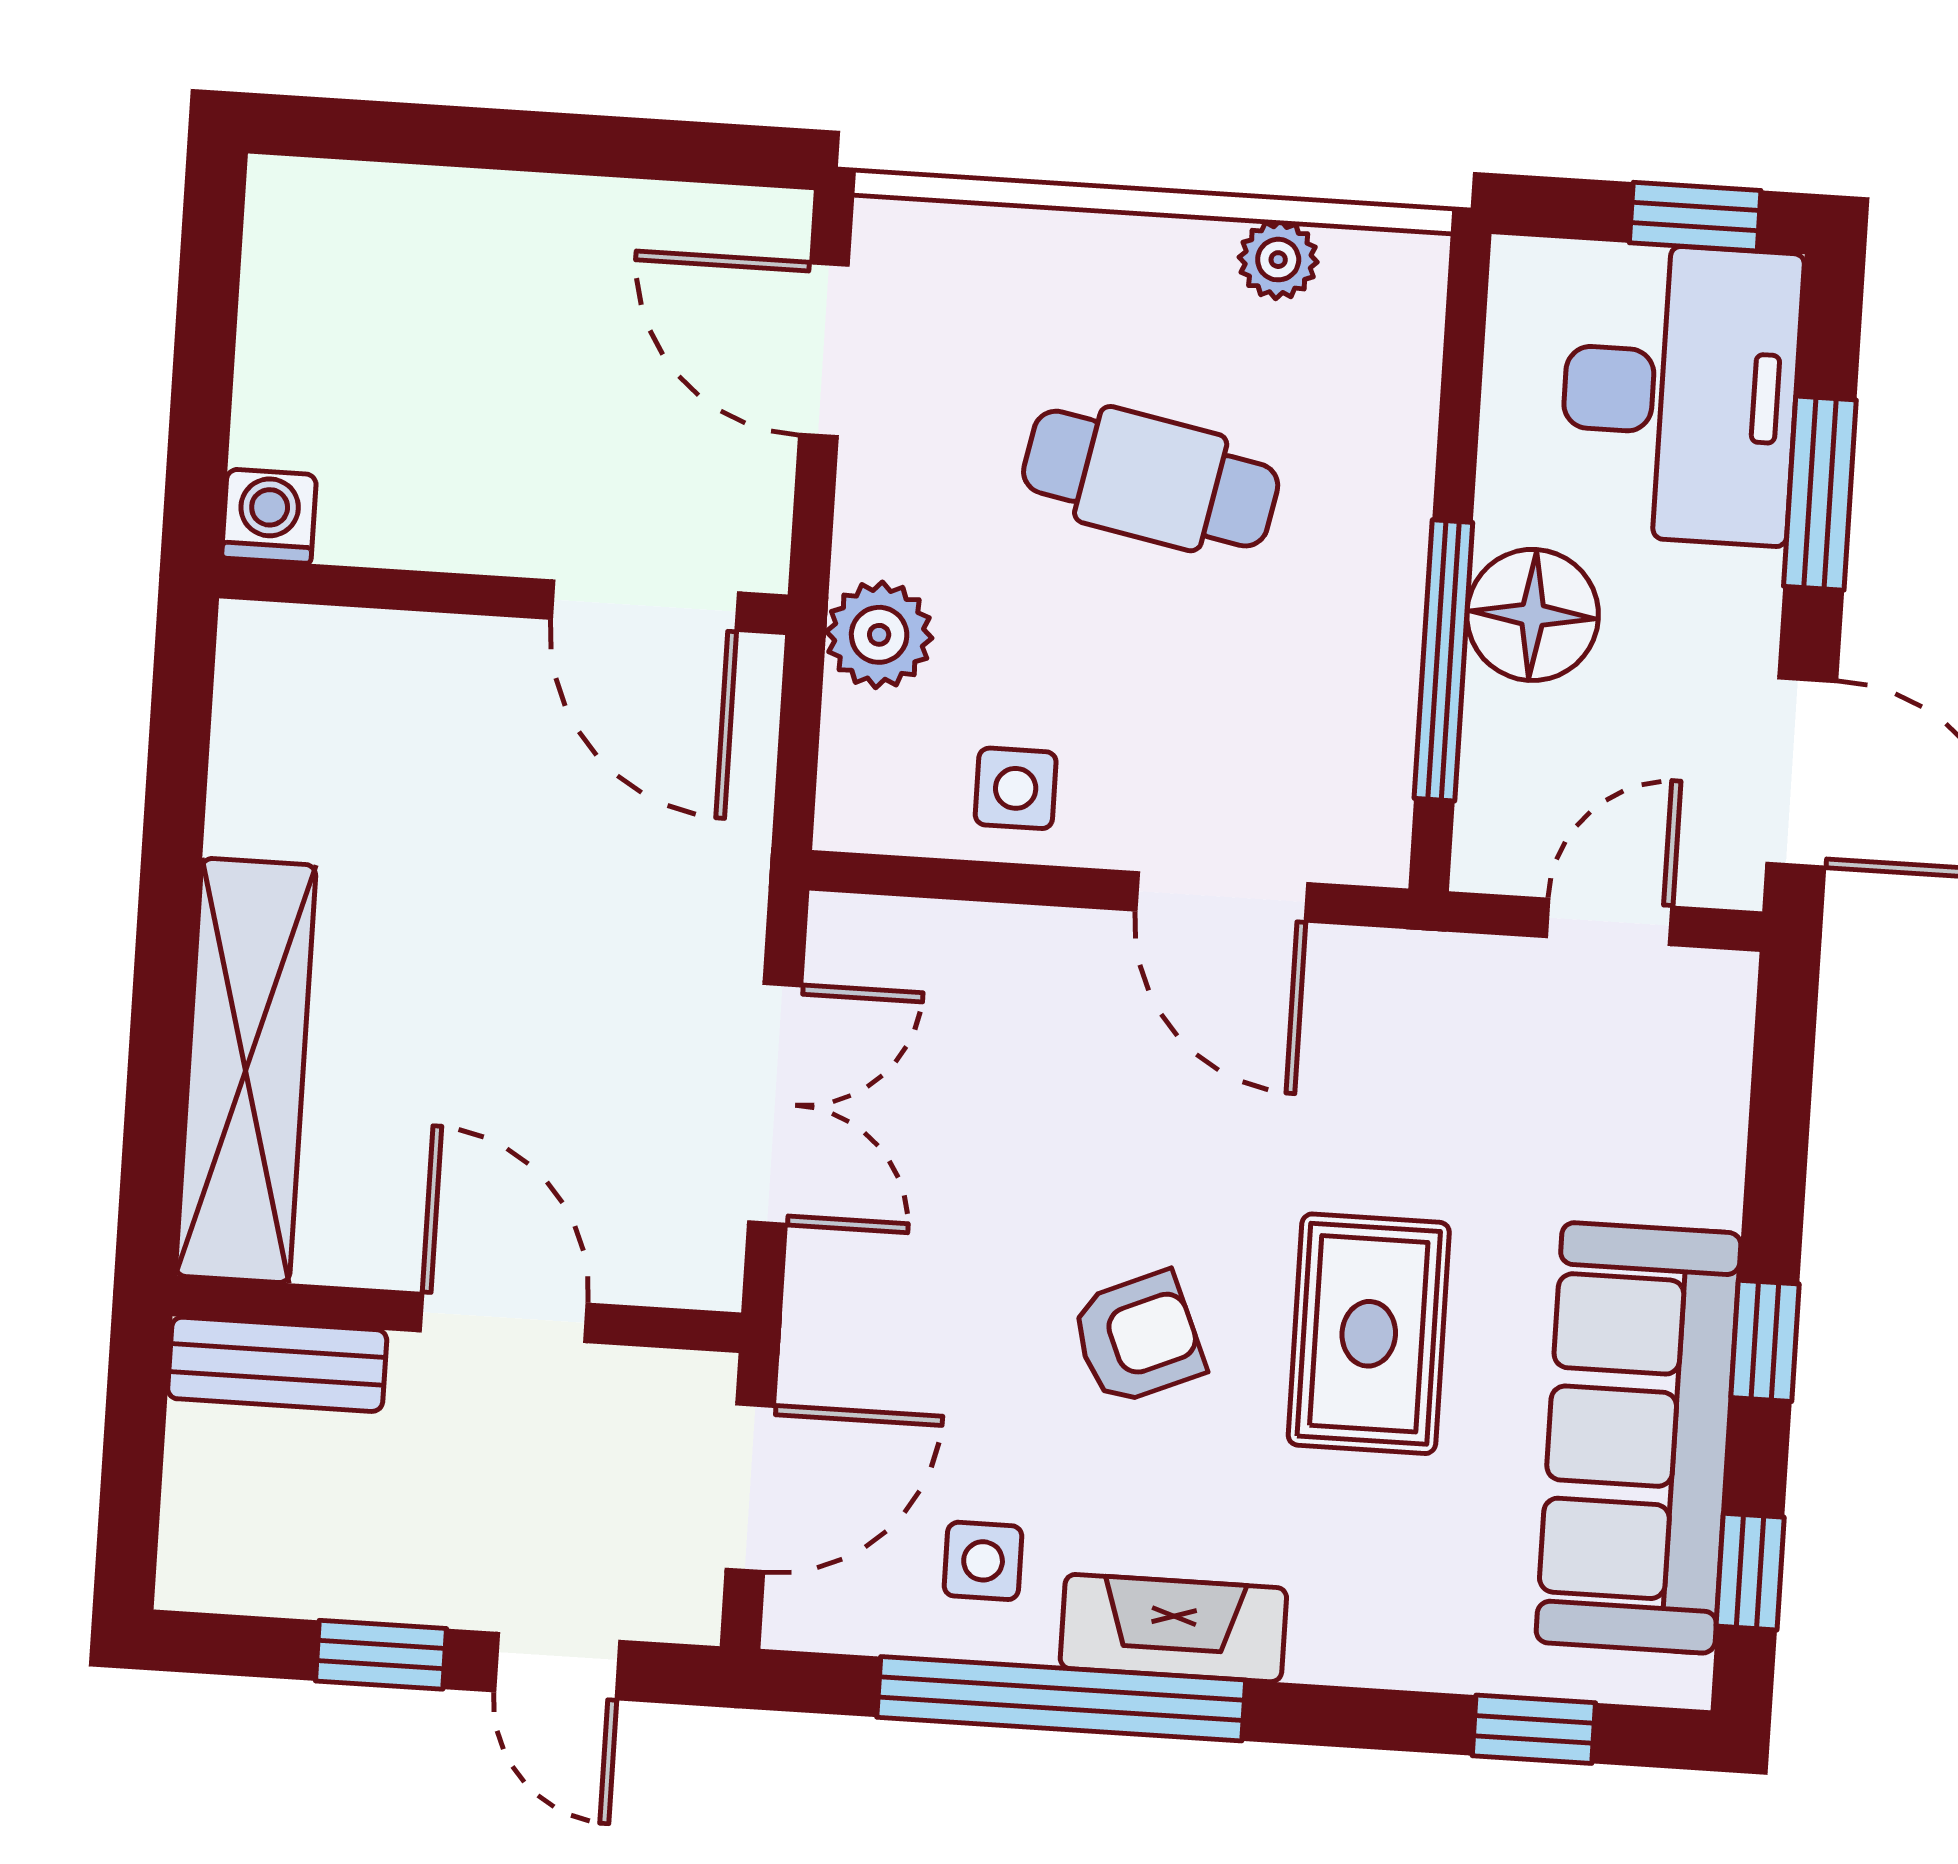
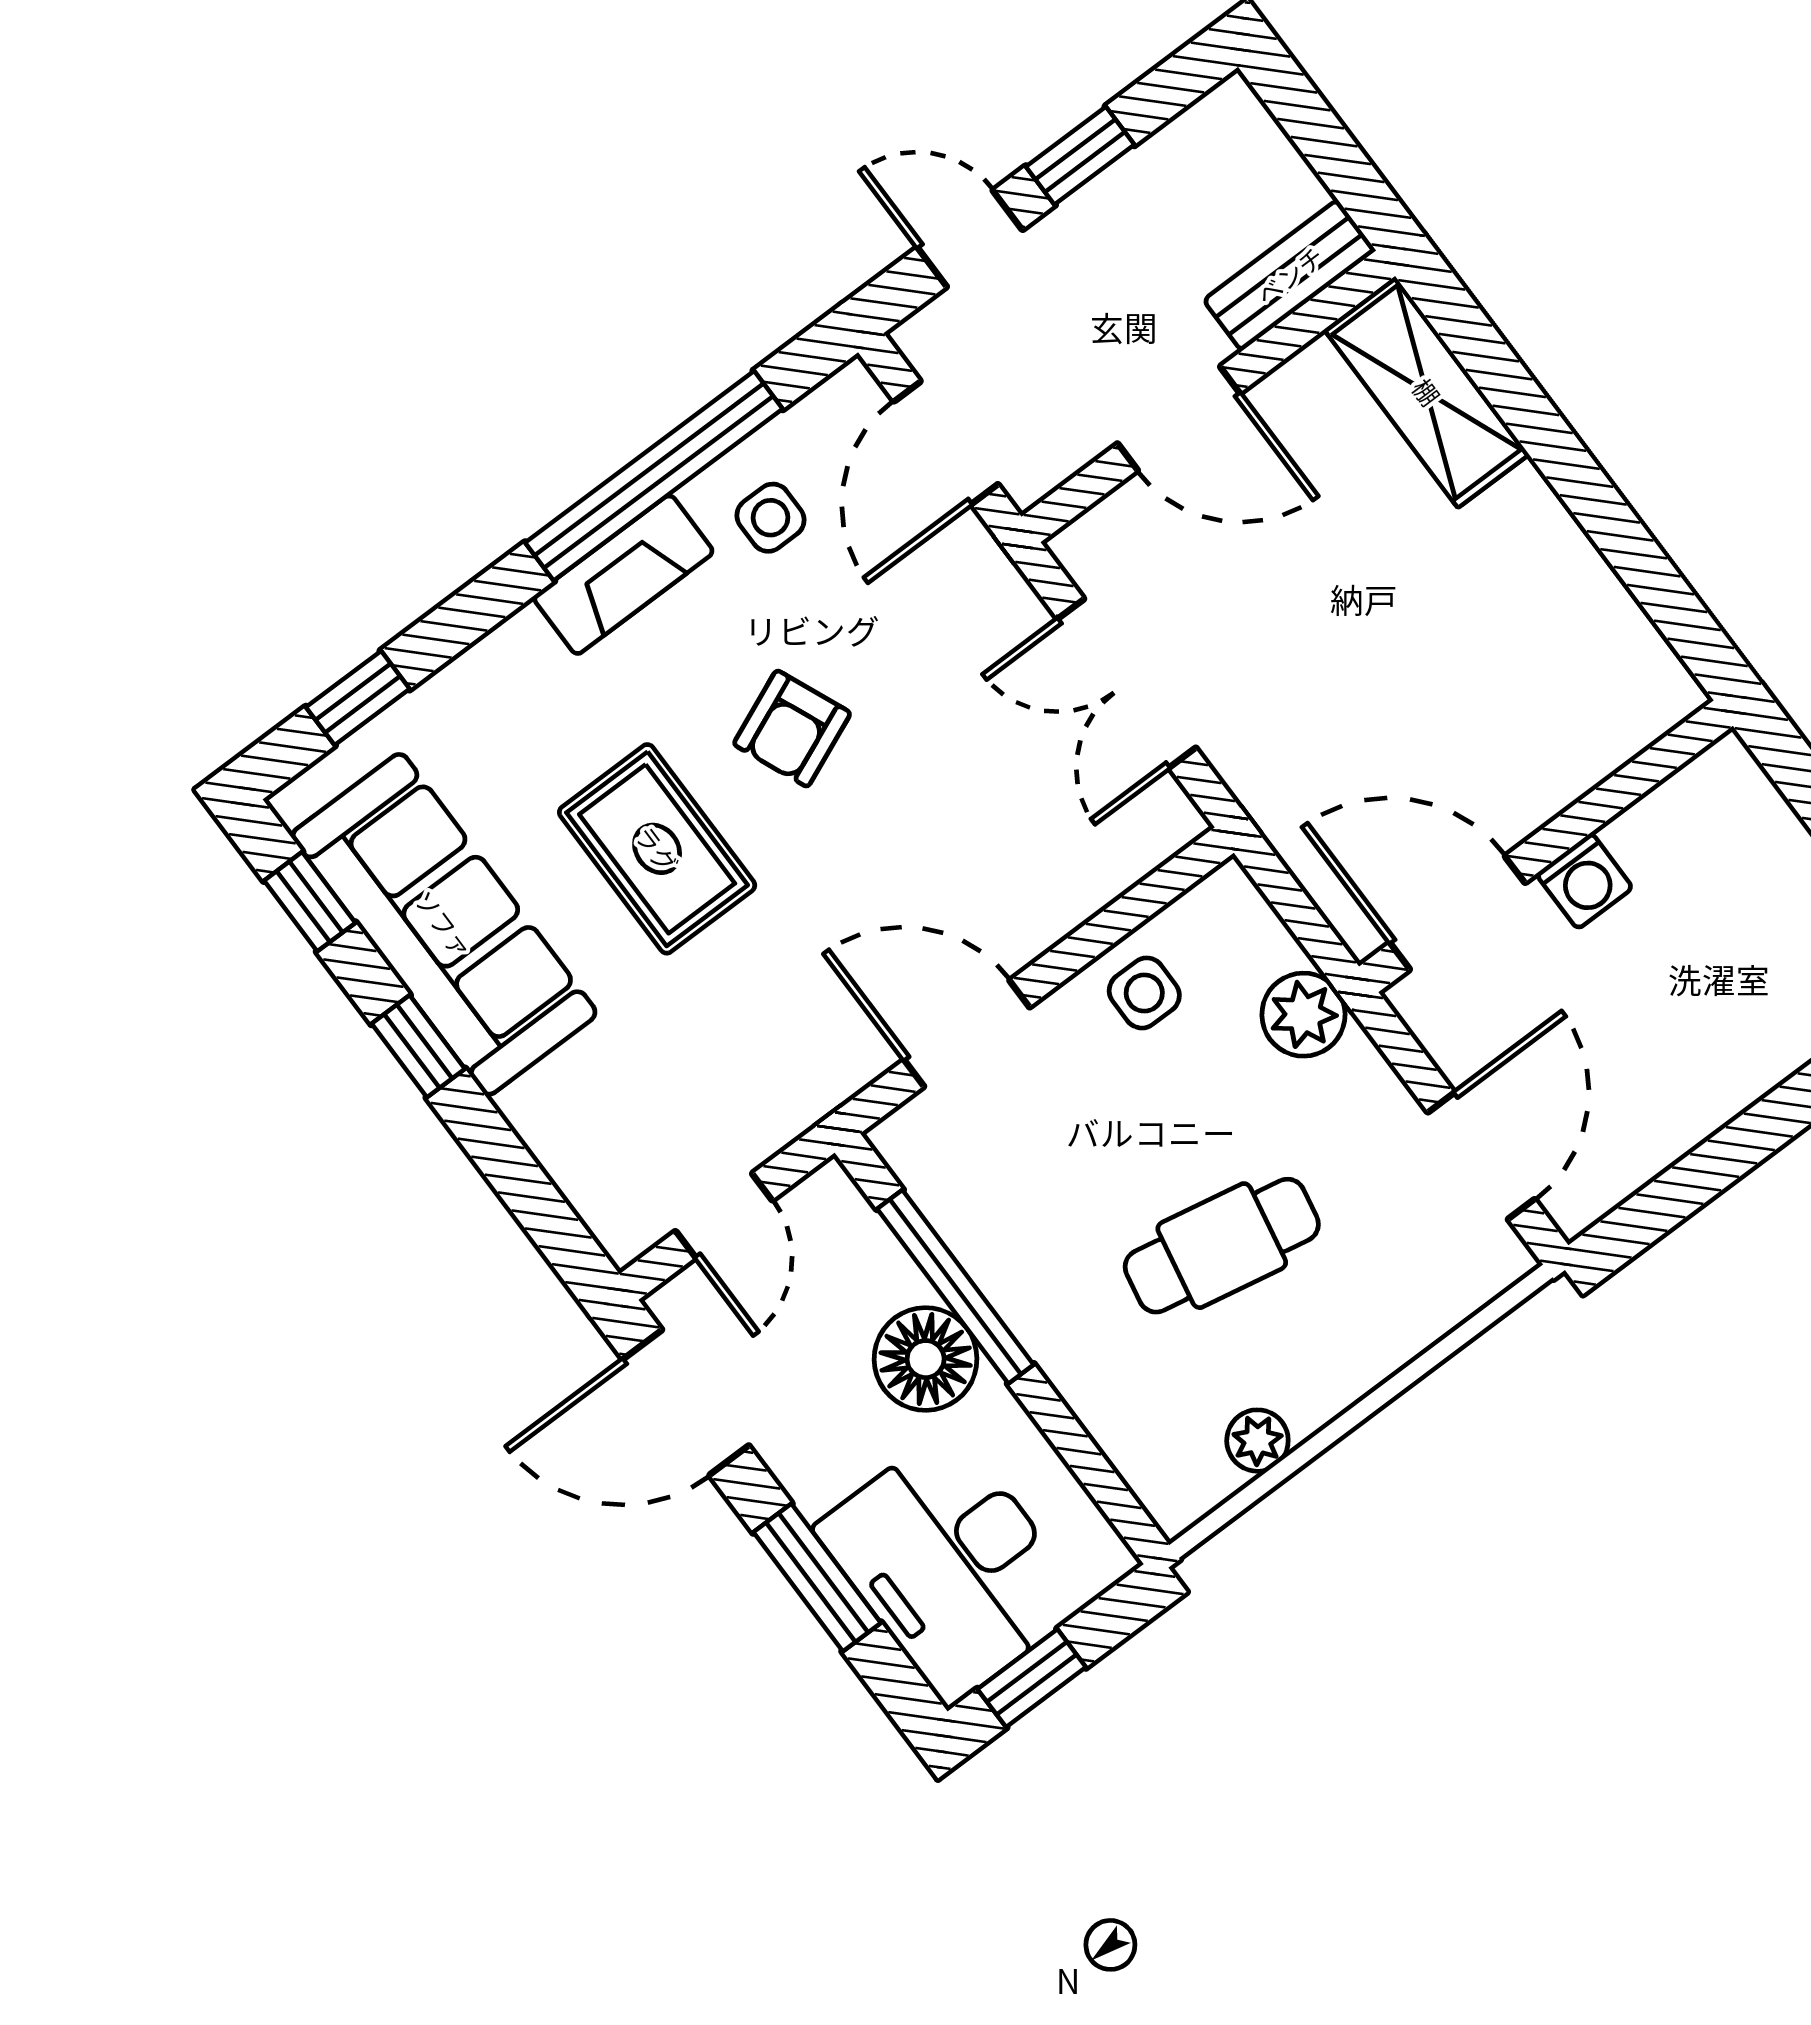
door: (824, 350) -> (1481, 1156), hinge flipped
washing machine: (269, 516) -> (1584, 881), moved
shelving: (246, 1071) -> (1427, 392), width x0.68

